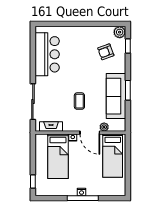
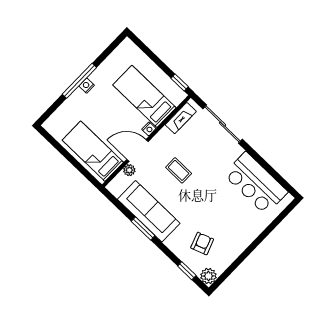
window: (33, 181) -> (180, 83), moved

